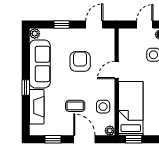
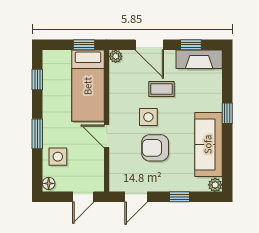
door: (145, 24) -> (83, 197), moved
armchair: (80, 61) -> (155, 148), turned 90
door: (117, 70) -> (107, 136), swing flipped
fireplace: (37, 107) -> (199, 59), moved, turned -90
side table: (103, 107) -> (148, 117), moved

